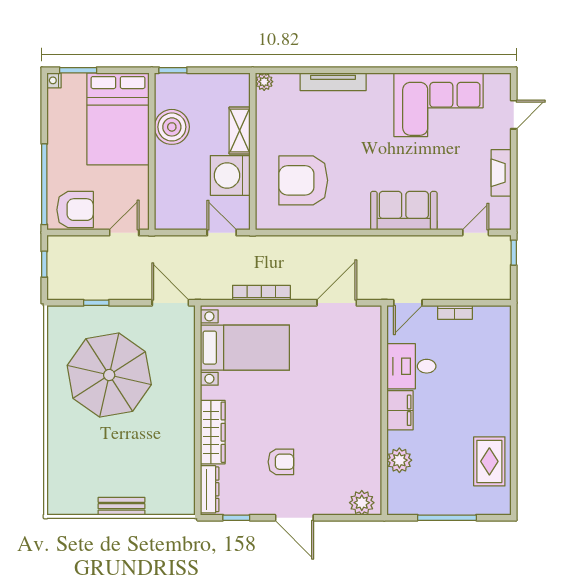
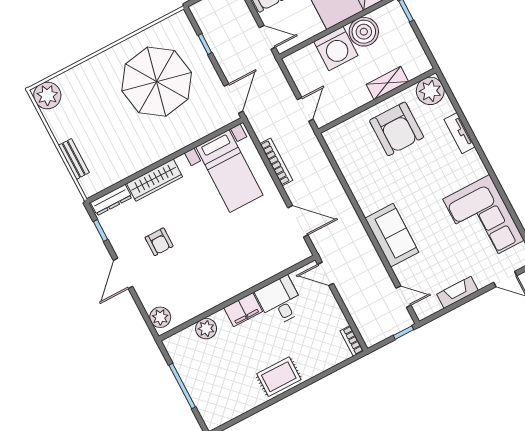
plant: (264, 82) -> (430, 91), width x1.88, depth x1.88
tv unit: (333, 82) -> (460, 133), width x0.71
washing machine: (230, 175) -> (336, 49), moved, turned 180
armchair: (303, 180) -> (397, 129), moved, turned 180
bookcase: (455, 312) -> (352, 341), moved
rug: (489, 461) -> (279, 377), moved
plant: (63, 499) -> (47, 95), added
bench: (121, 506) -> (74, 159), moved

